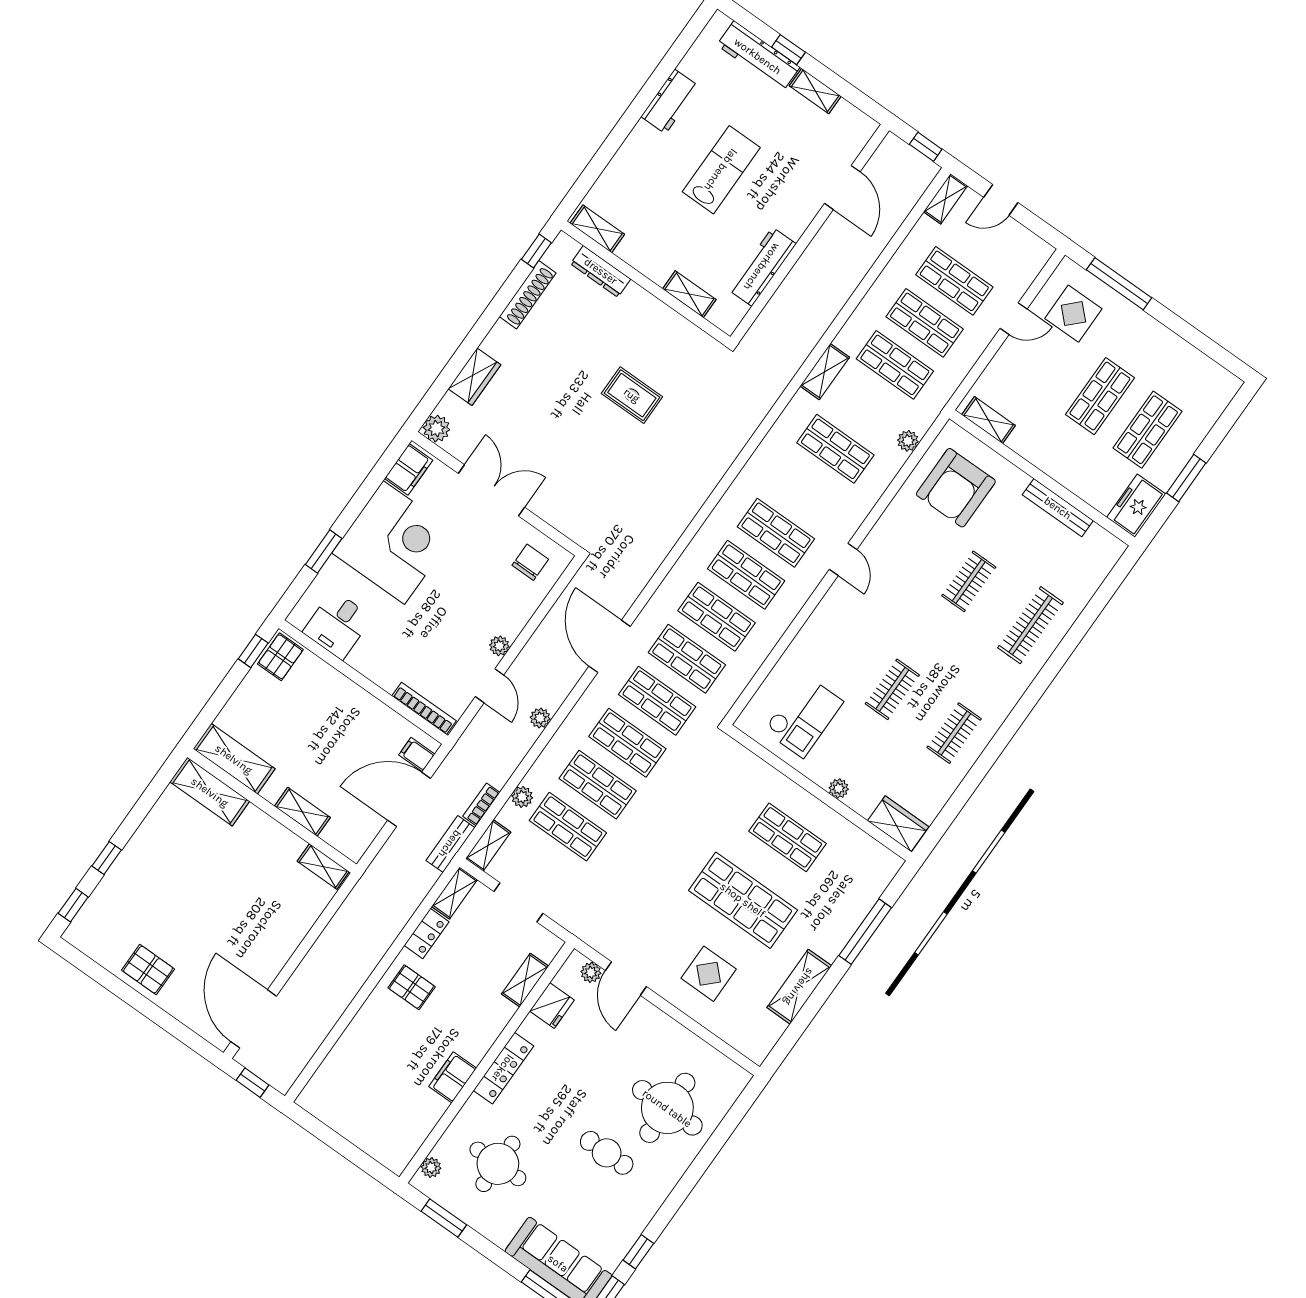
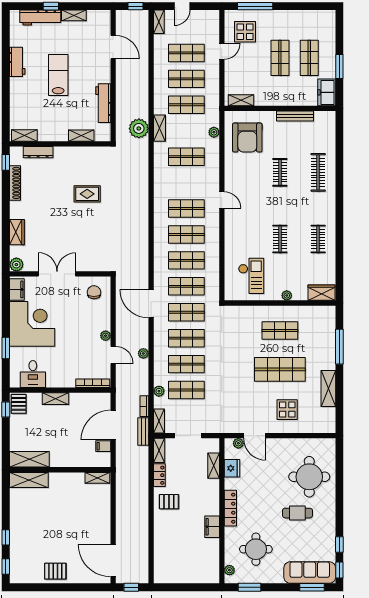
plant: (791, 349) -> (139, 128), added
filing cabinet: (417, 755) -> (103, 446), moved
shelving: (302, 812) -> (56, 399), moved

